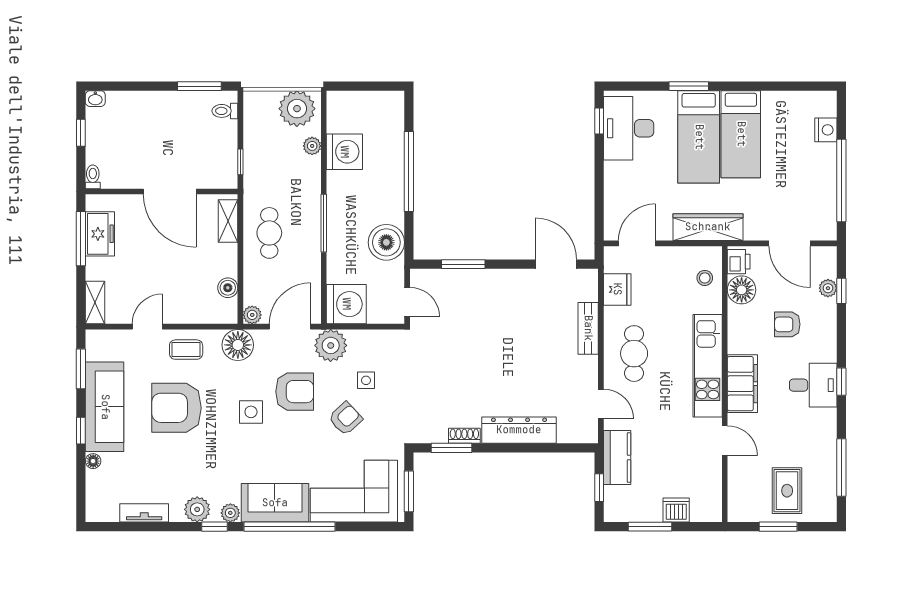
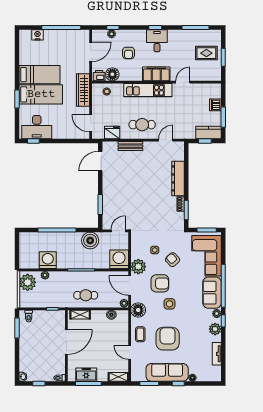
armchair: (295, 392) -> (160, 283), turned 90
armchair: (176, 408) -> (168, 339), turned 180
kitchen counter: (617, 458) -> (208, 133), moved

